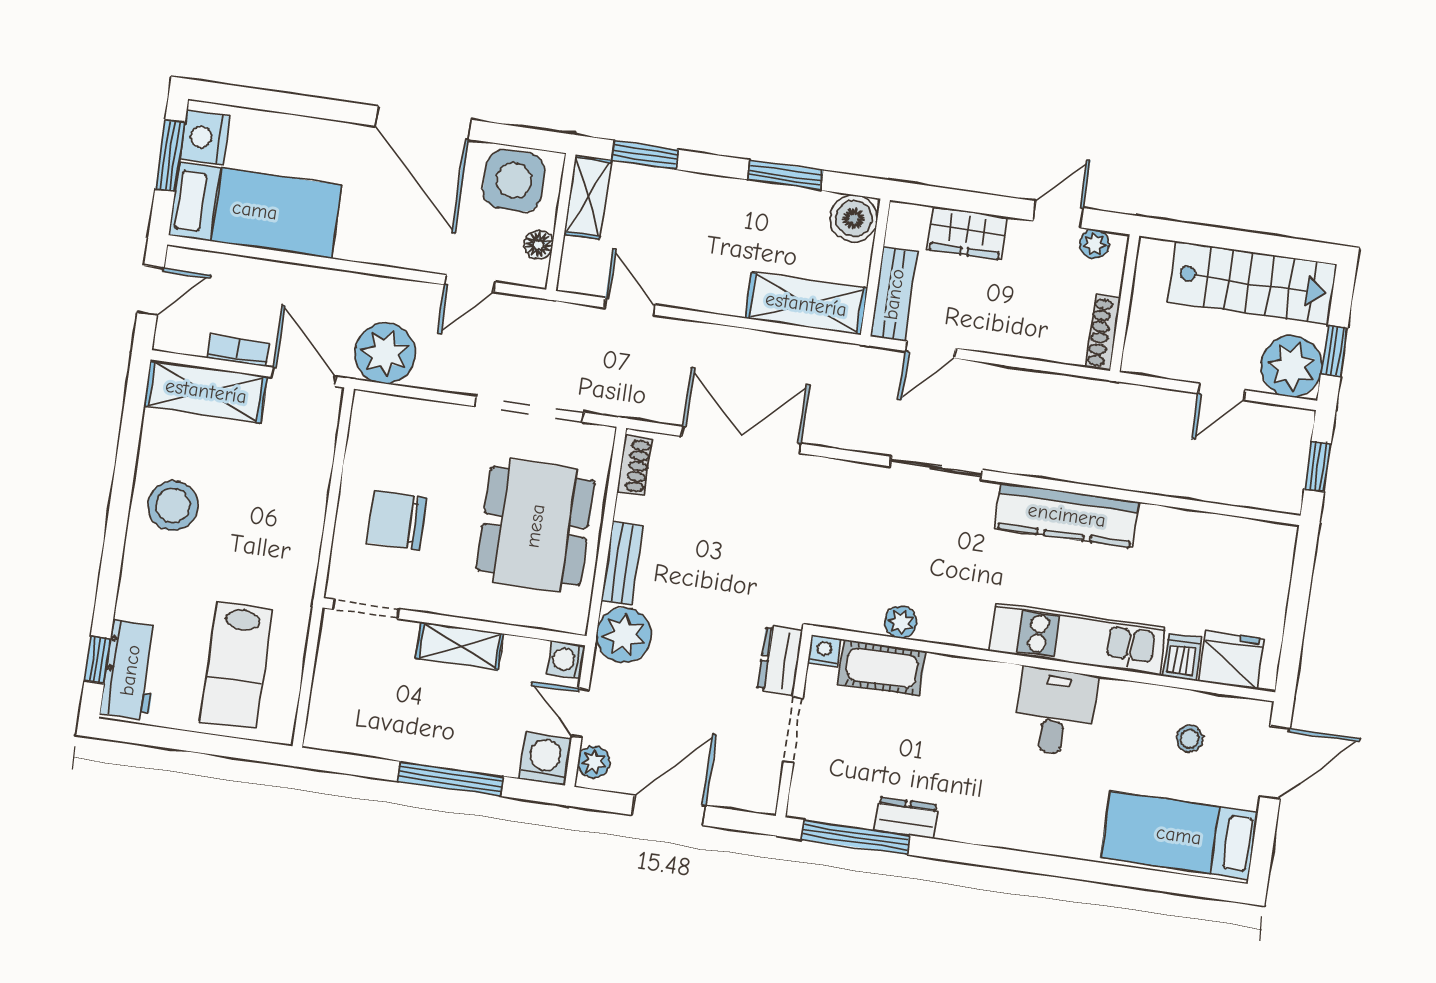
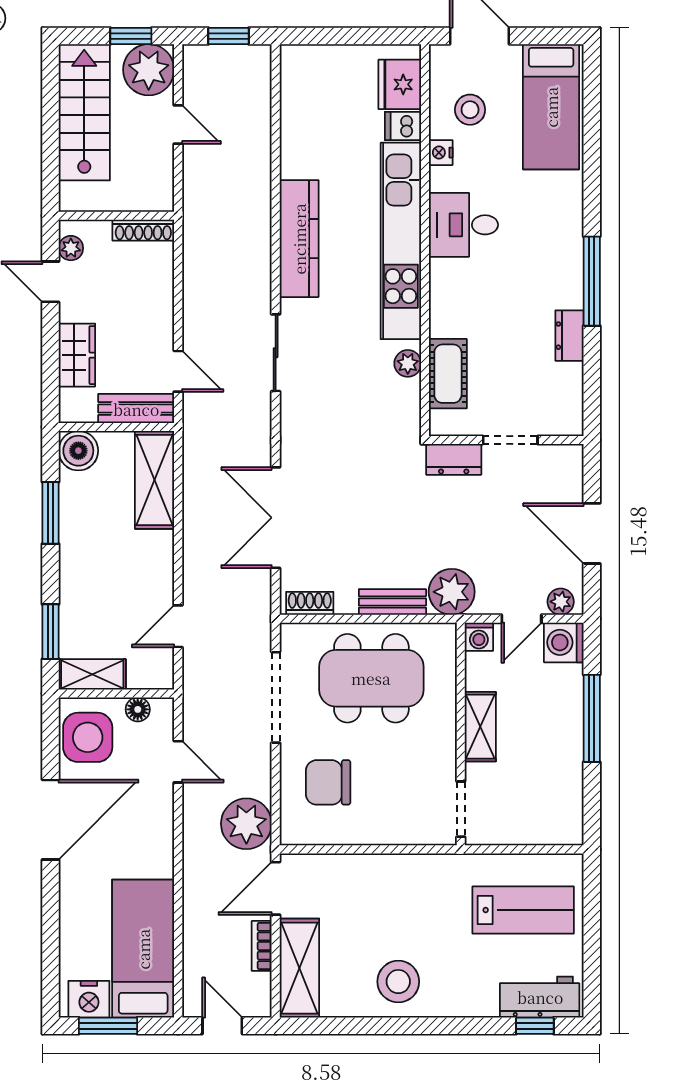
chair: (397, 520) -> (328, 782), moved, turned 90
kitchen unit: (1077, 639) -> (401, 241), width x1.36
nightstand: (824, 651) -> (441, 153), moved
stool: (1190, 739) -> (470, 110), width x1.37, depth x1.37
window: (856, 837) -> (592, 281), moved

